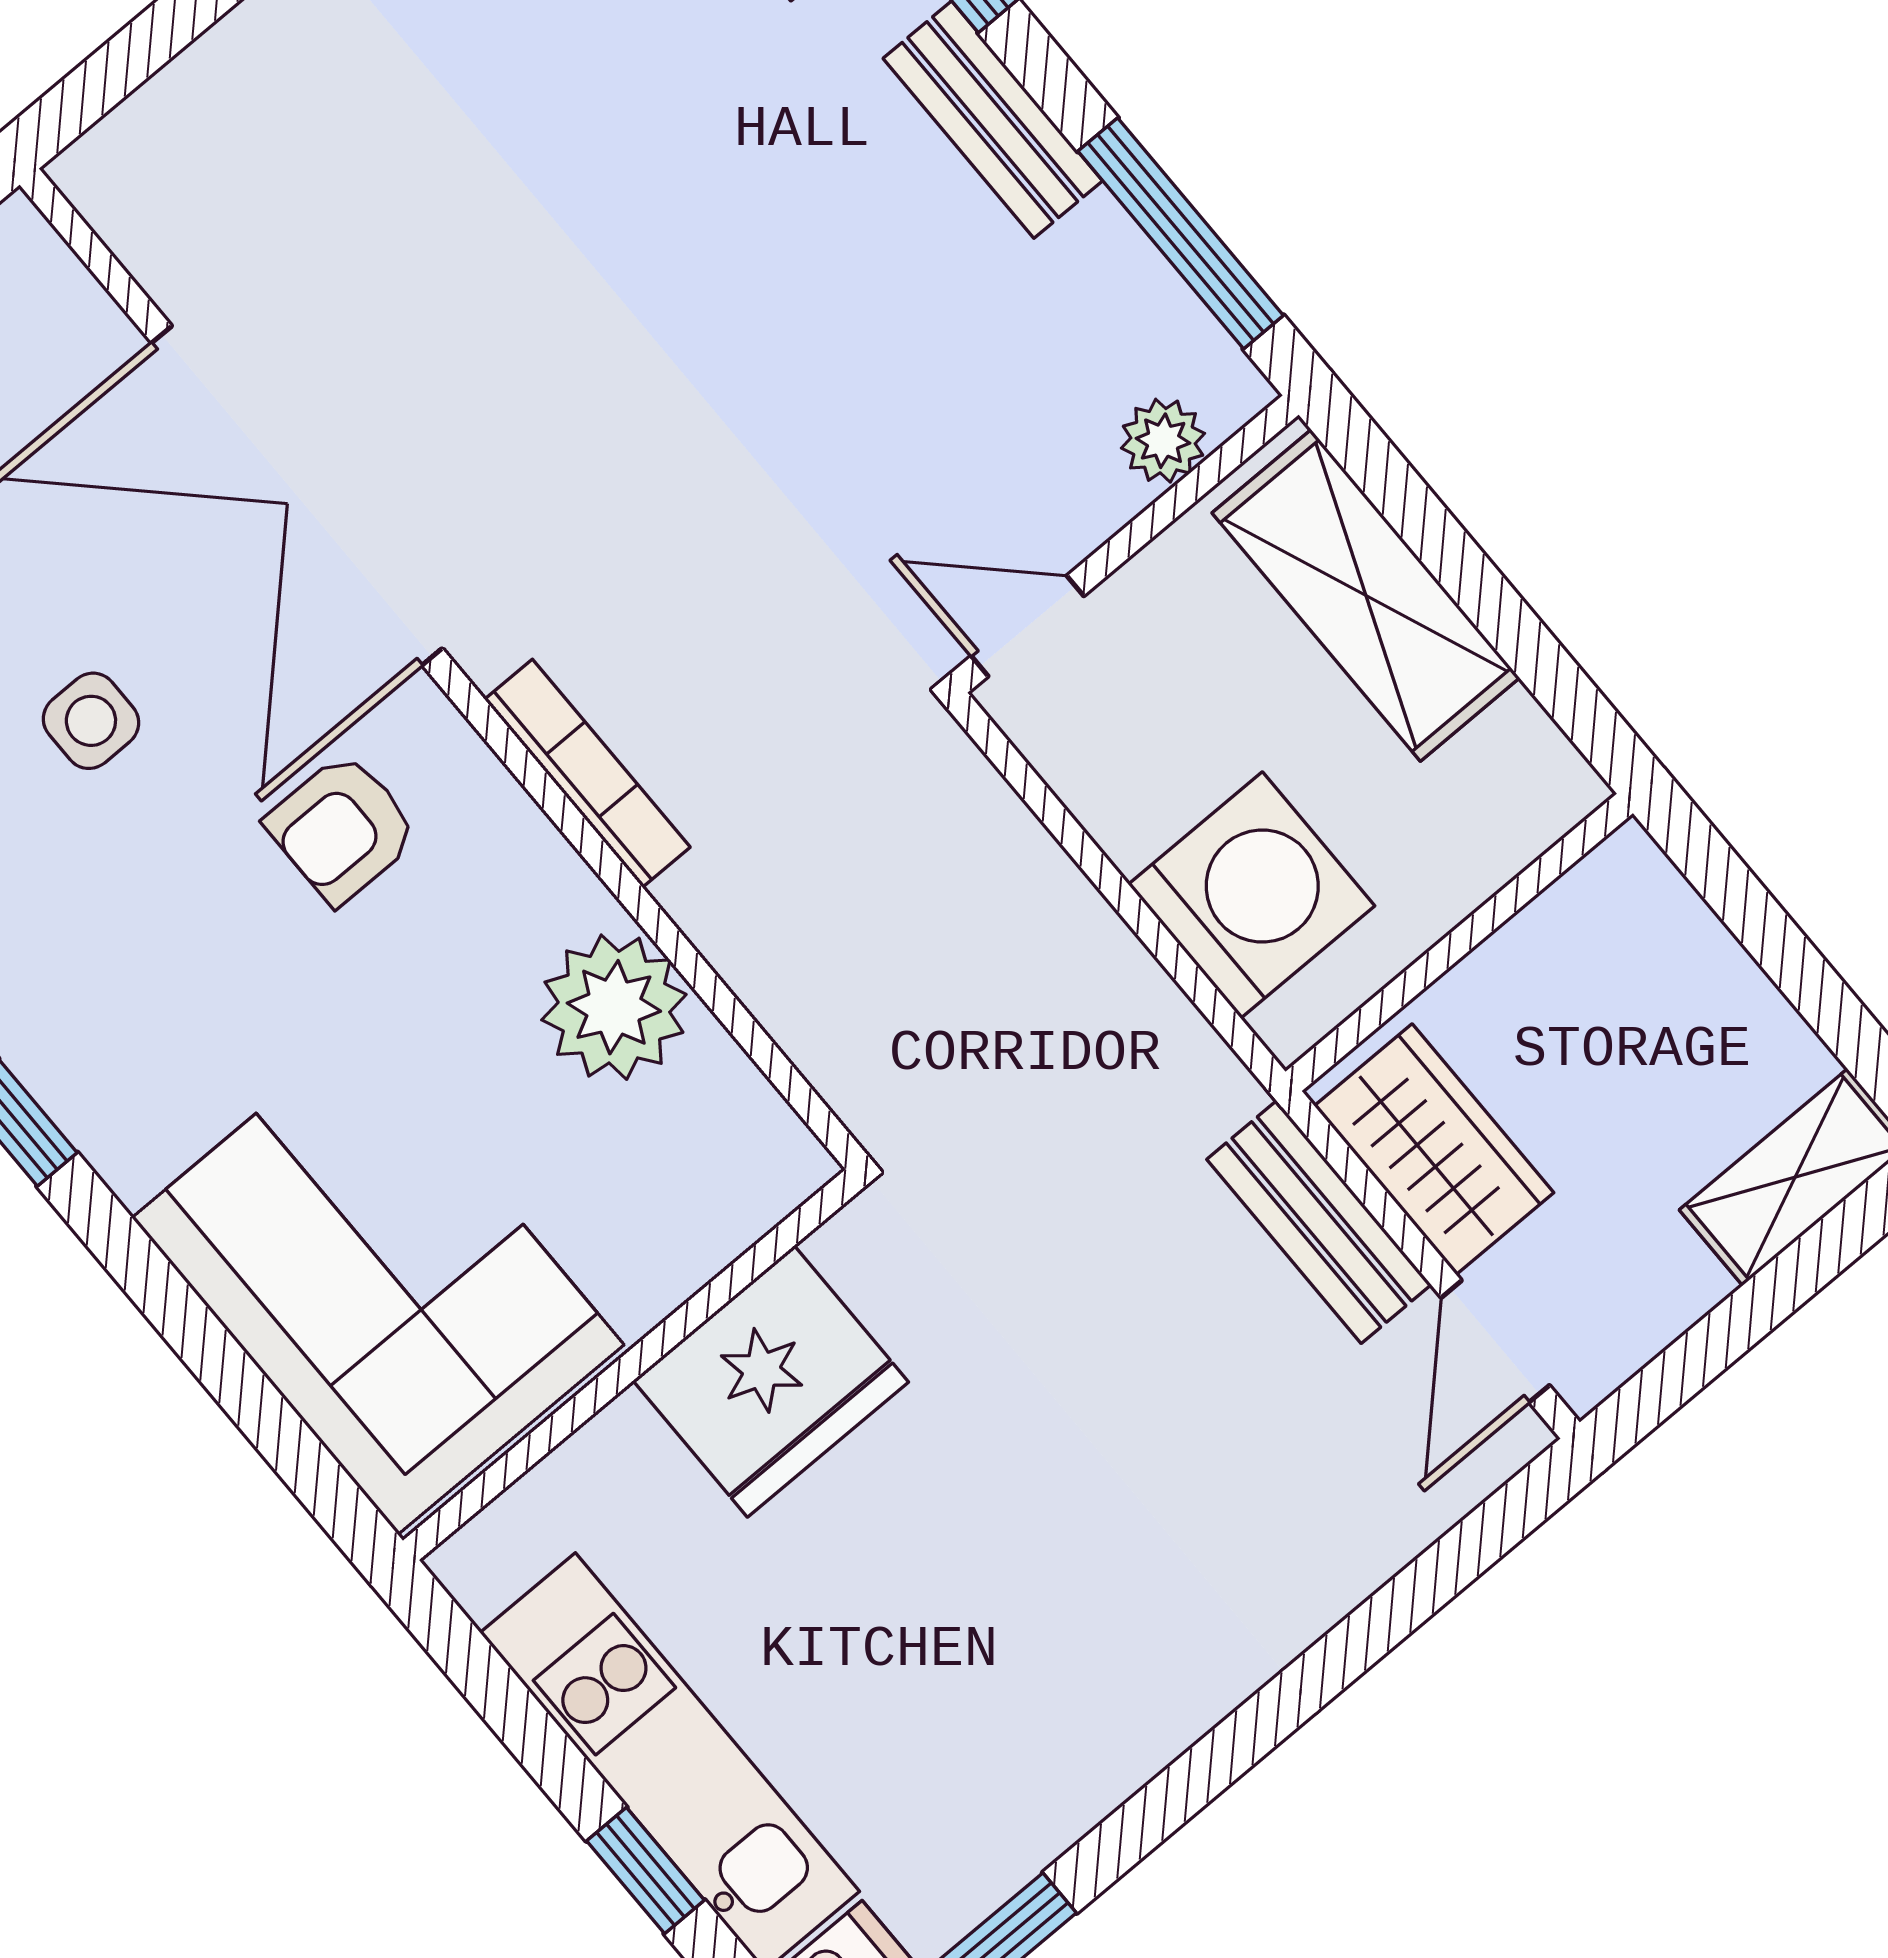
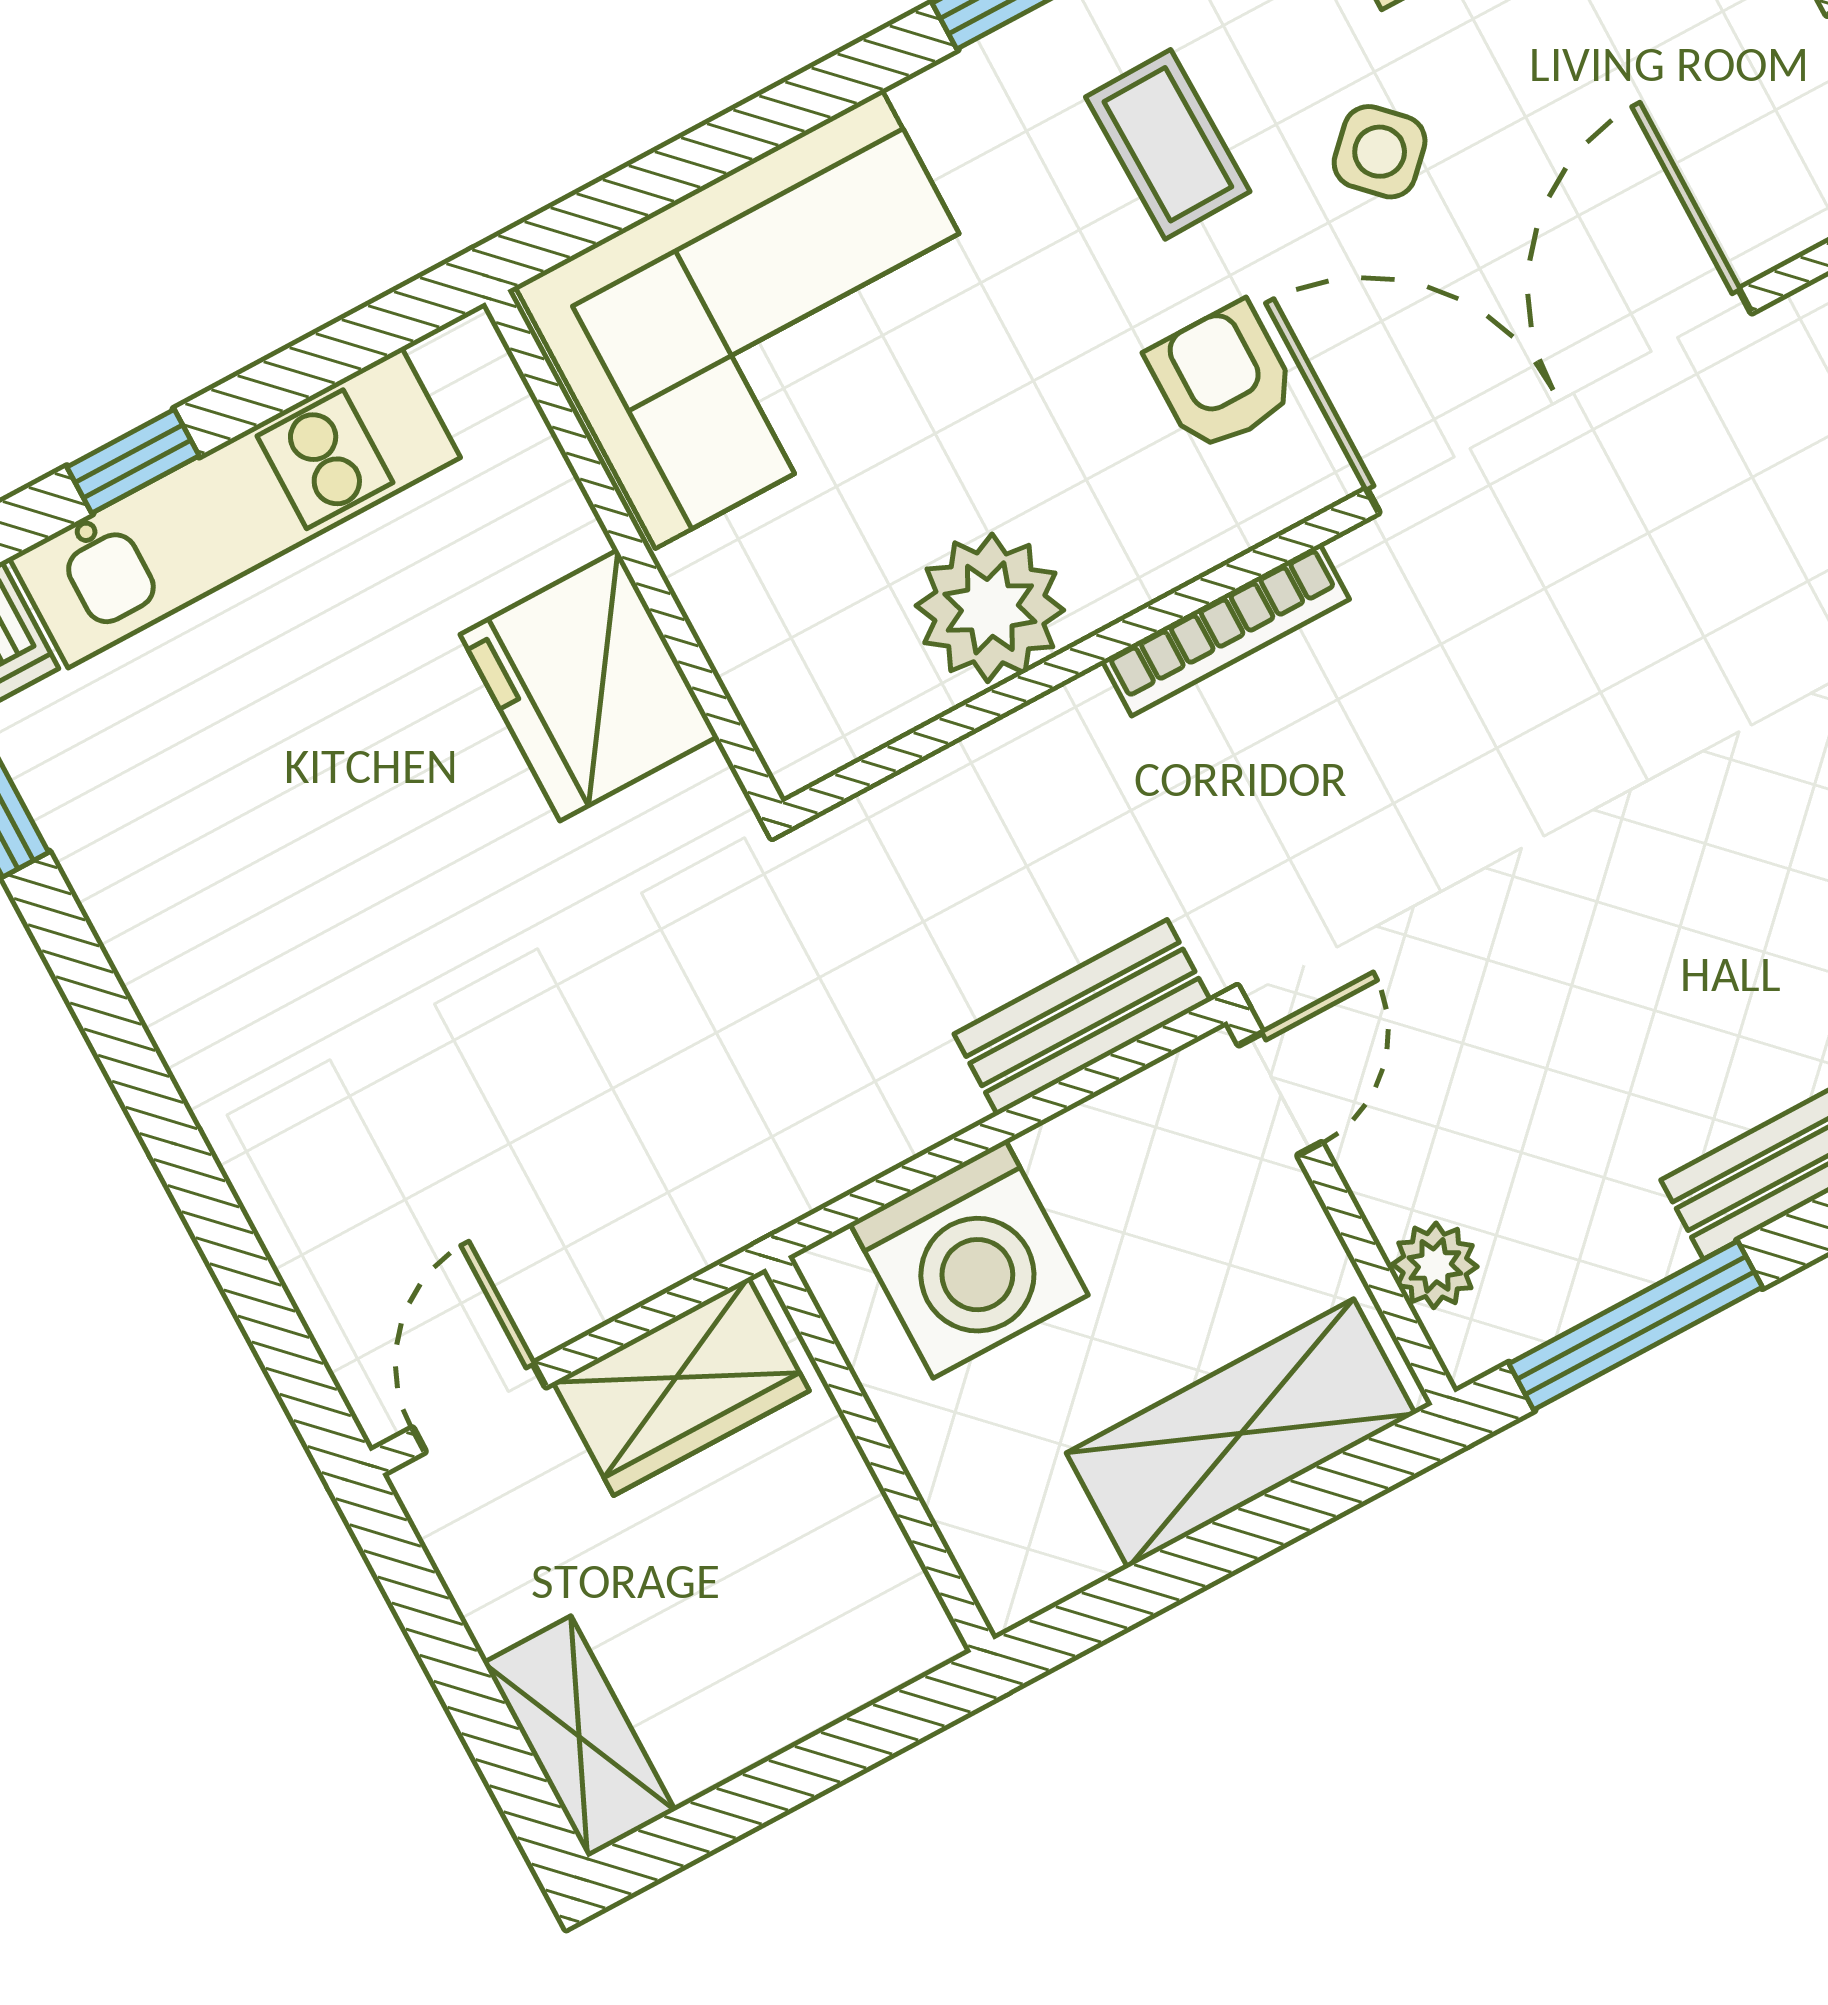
side table: (91, 721) -> (1380, 152), turned 45
coffee table: (127, 928) -> (1168, 144), added
bench: (1319, 1222) -> (1082, 1017), moved
door: (1495, 1341) -> (479, 1407), hinge flipped

